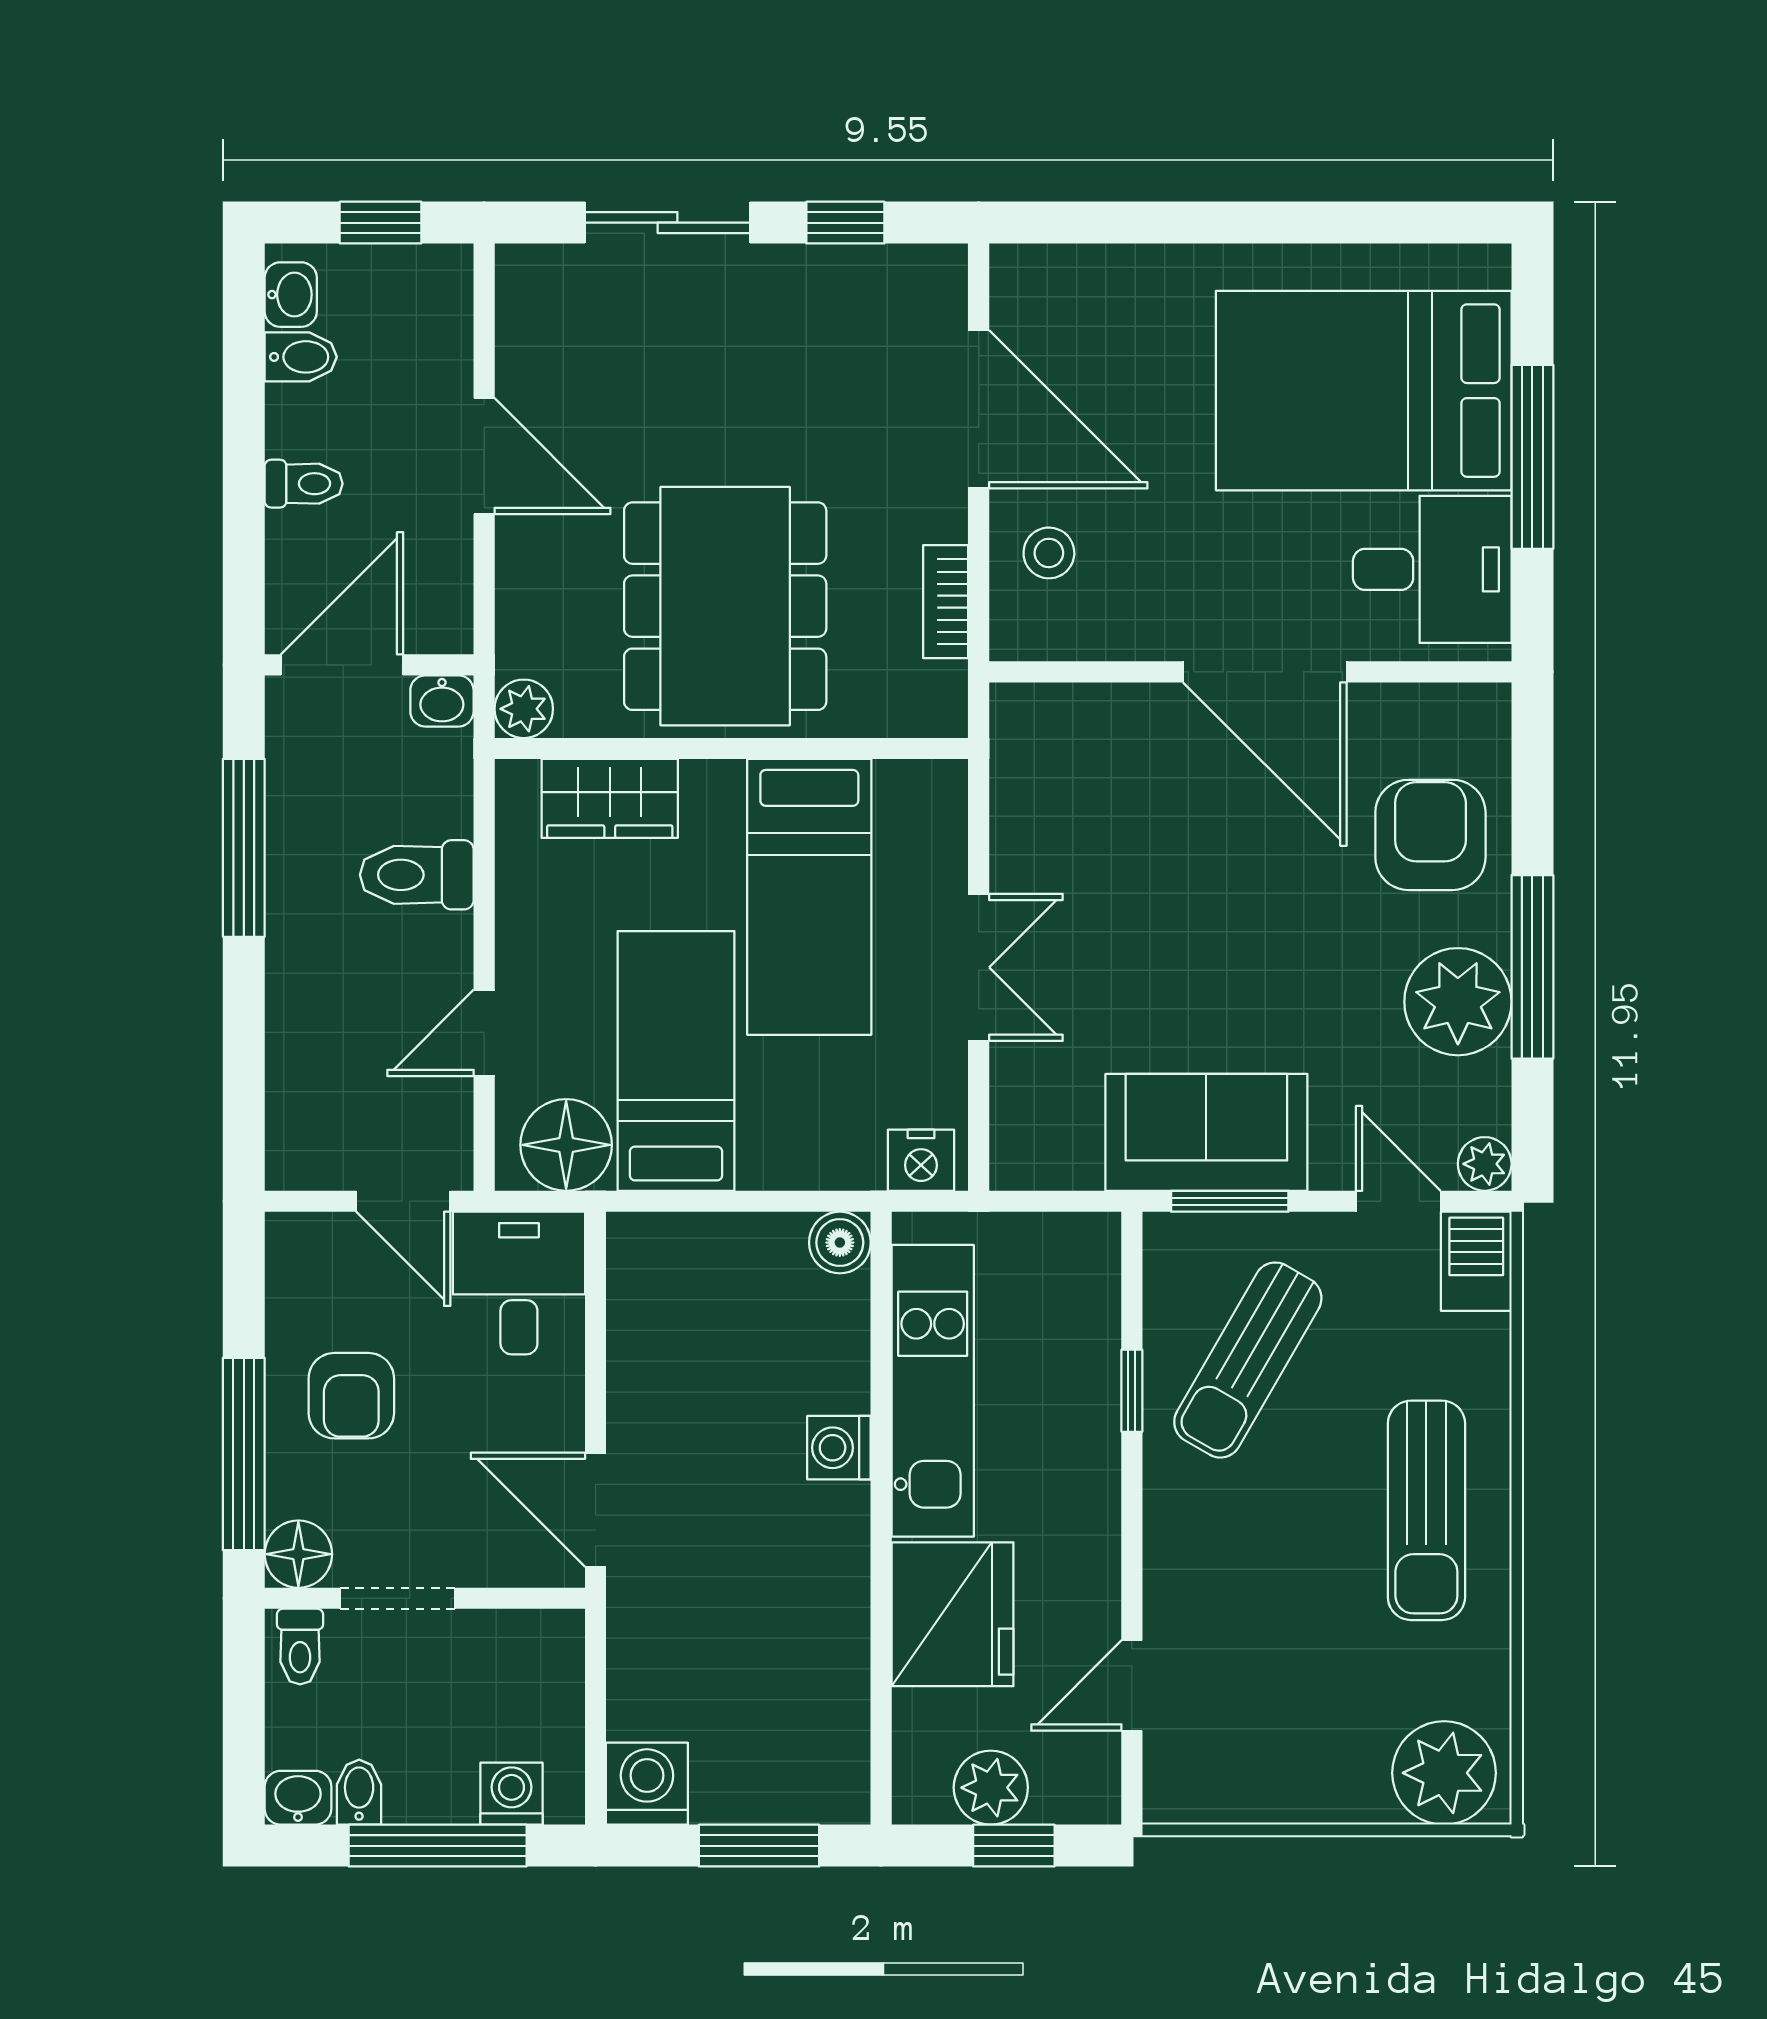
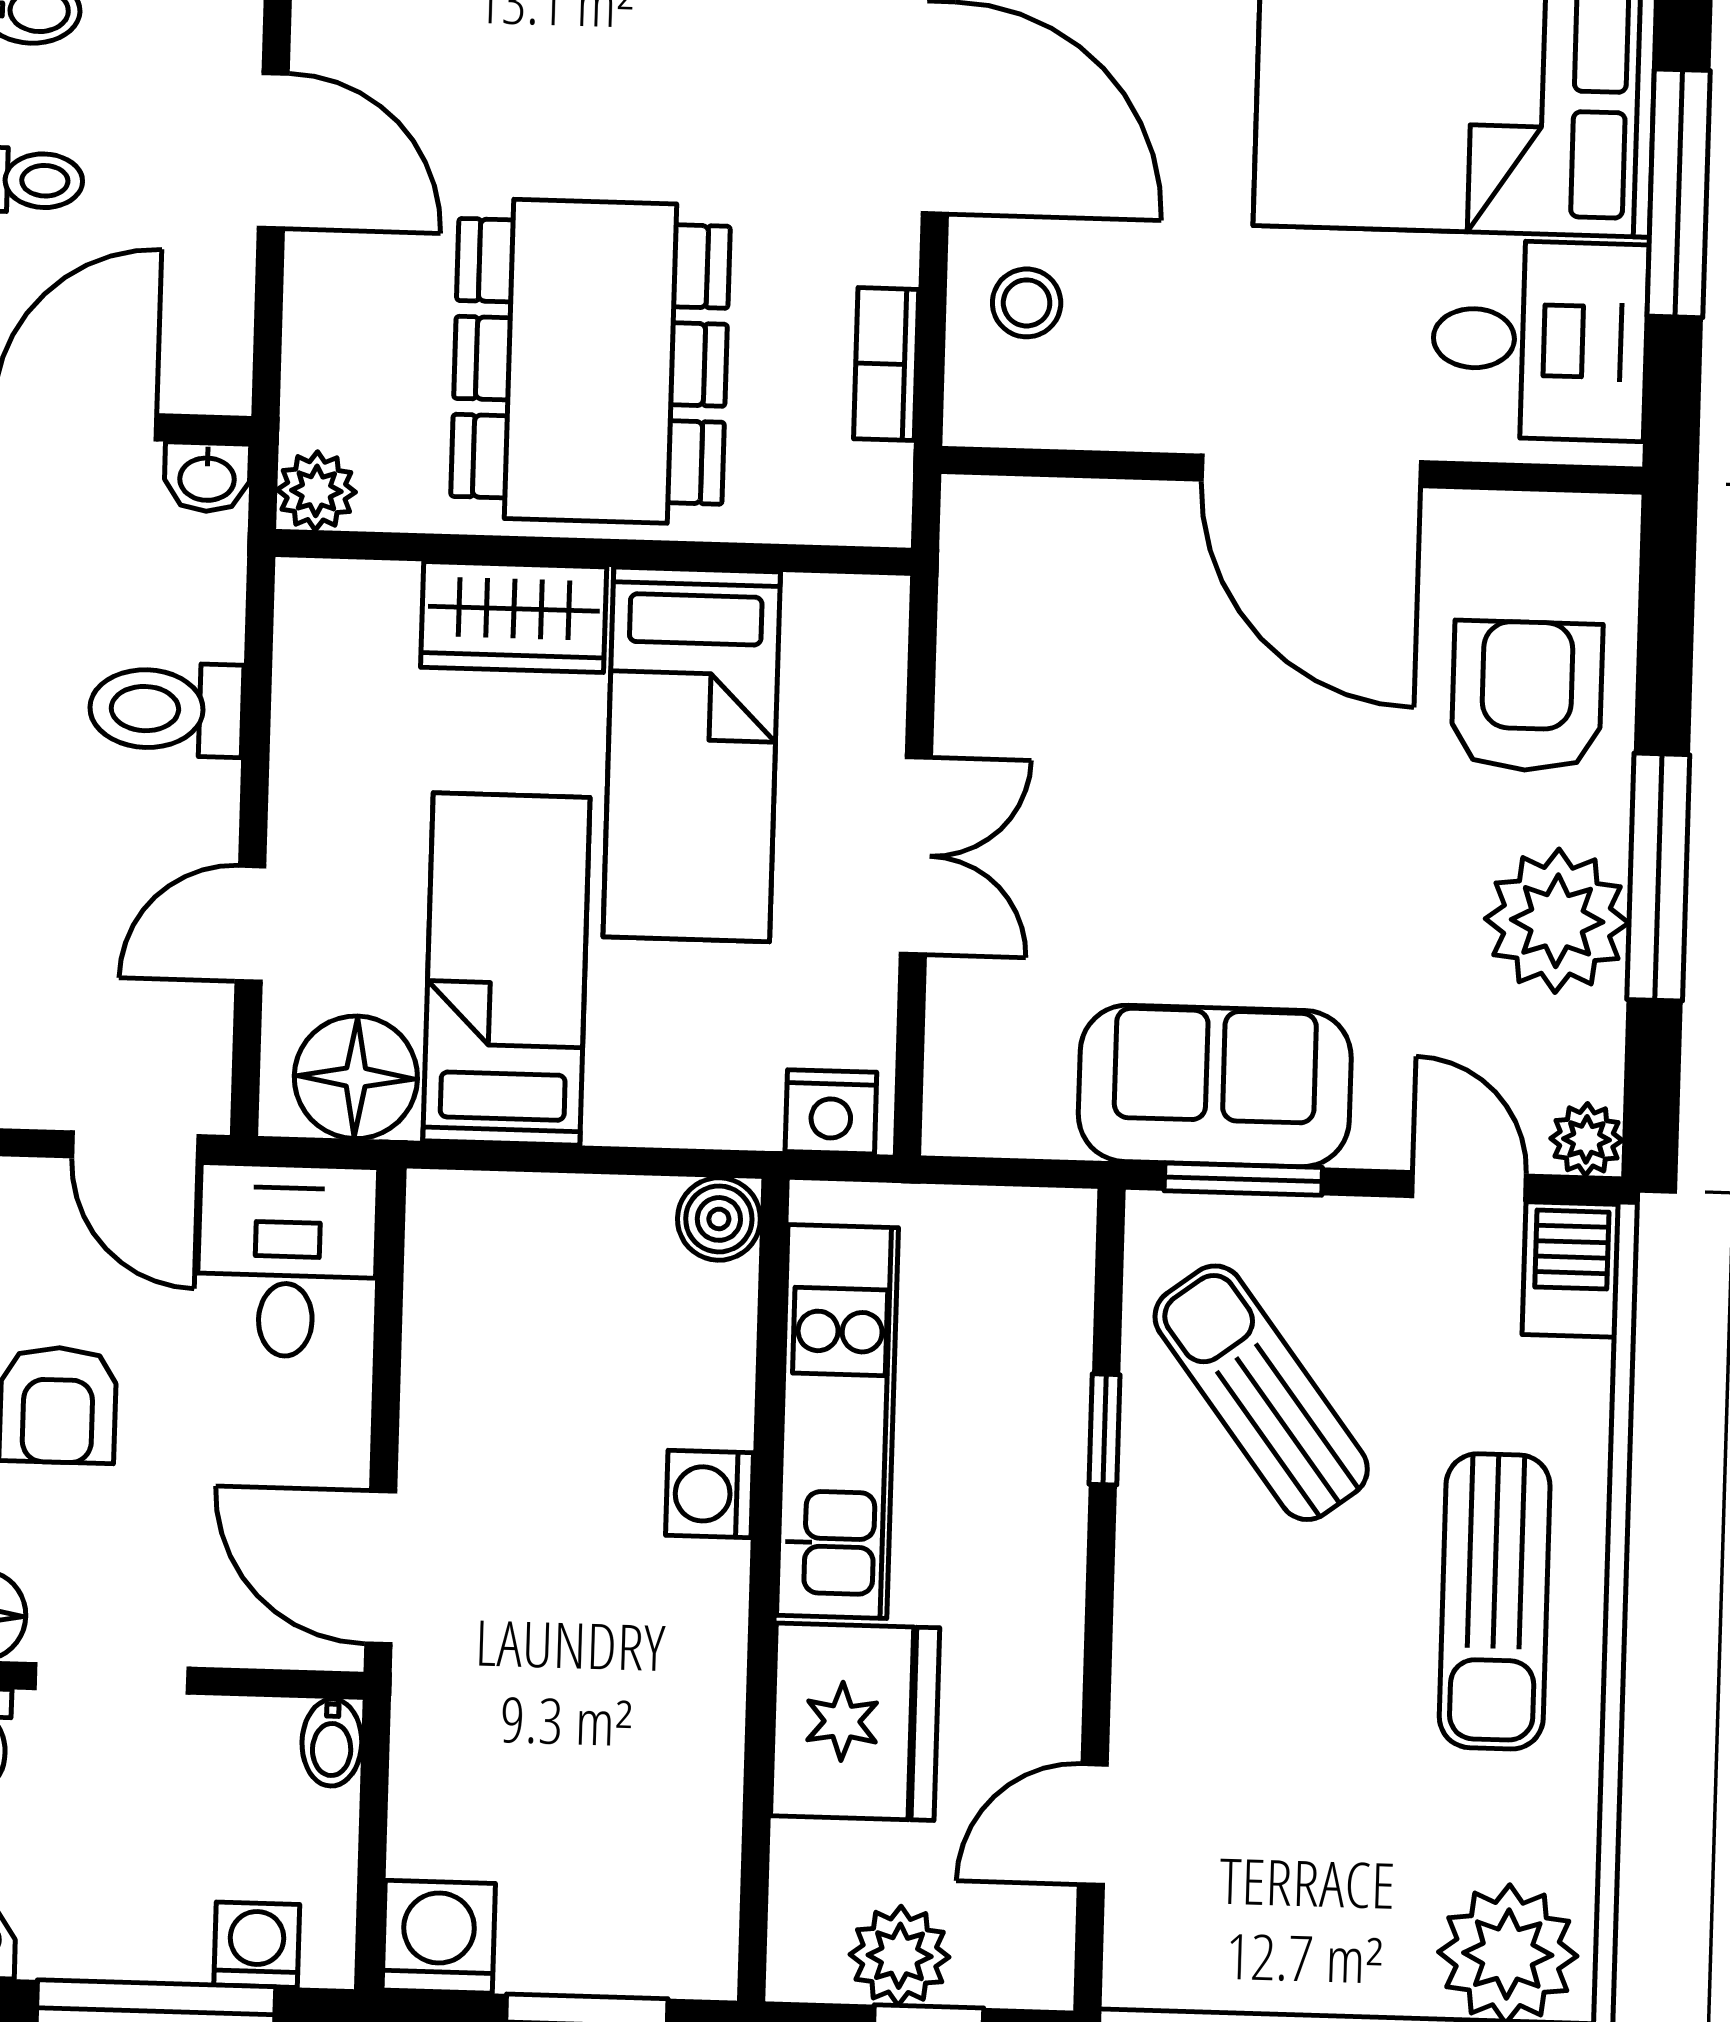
wardrobe: (610, 798) -> (514, 617), moved
sun lounger: (1248, 1360) -> (1261, 1393), turned 113
bidet: (359, 1792) -> (332, 1743), moved, turned 180

